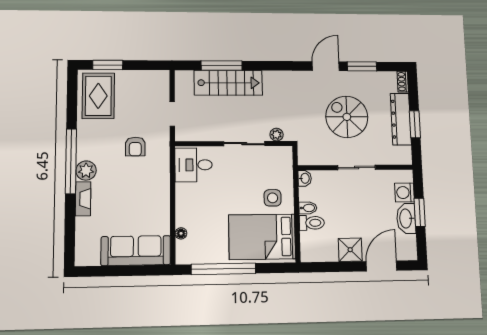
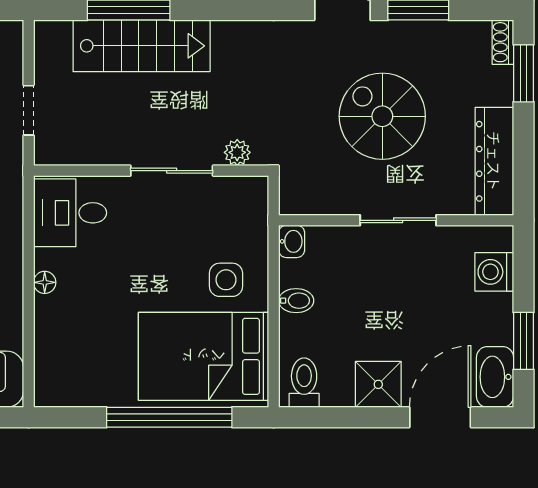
dresser: (401, 119) -> (494, 161), moved
window: (415, 124) -> (523, 73), moved
window: (420, 212) -> (523, 341), moved
washbasin: (406, 219) -> (495, 377), moved
toilet: (312, 223) -> (304, 383), moved, turned -90
floor lamp: (181, 233) -> (45, 282), moved
window: (224, 269) -> (169, 417), moved

